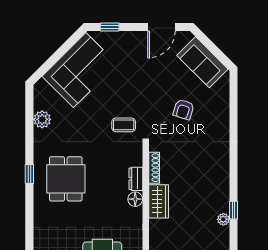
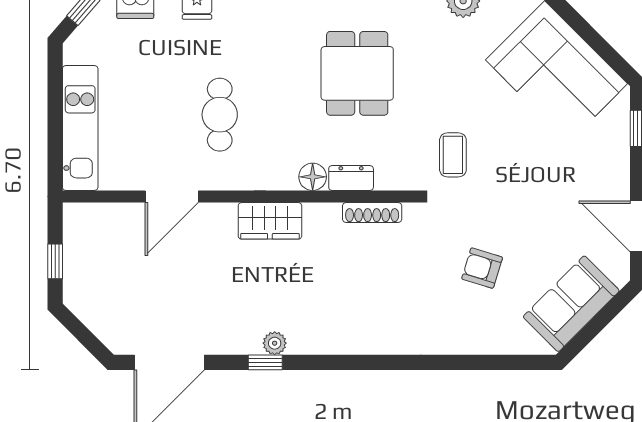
dining table: (66, 179) -> (357, 73), moved, turned 90
wardrobe: (159, 201) -> (270, 221), moved
window: (233, 210) -> (265, 362), moved

